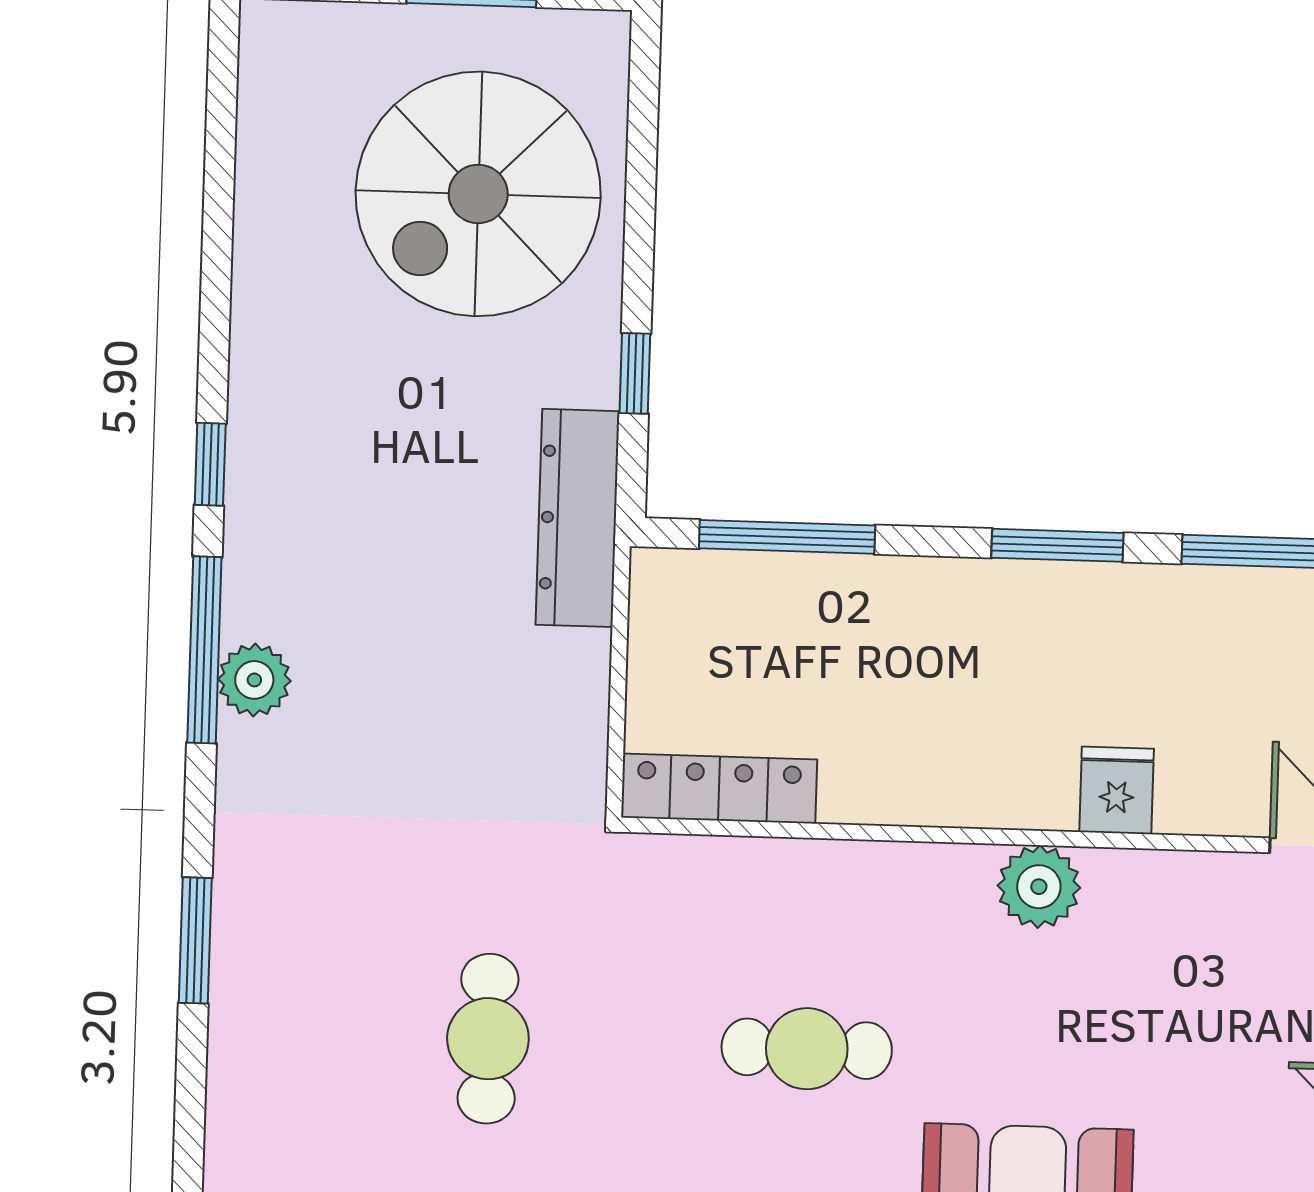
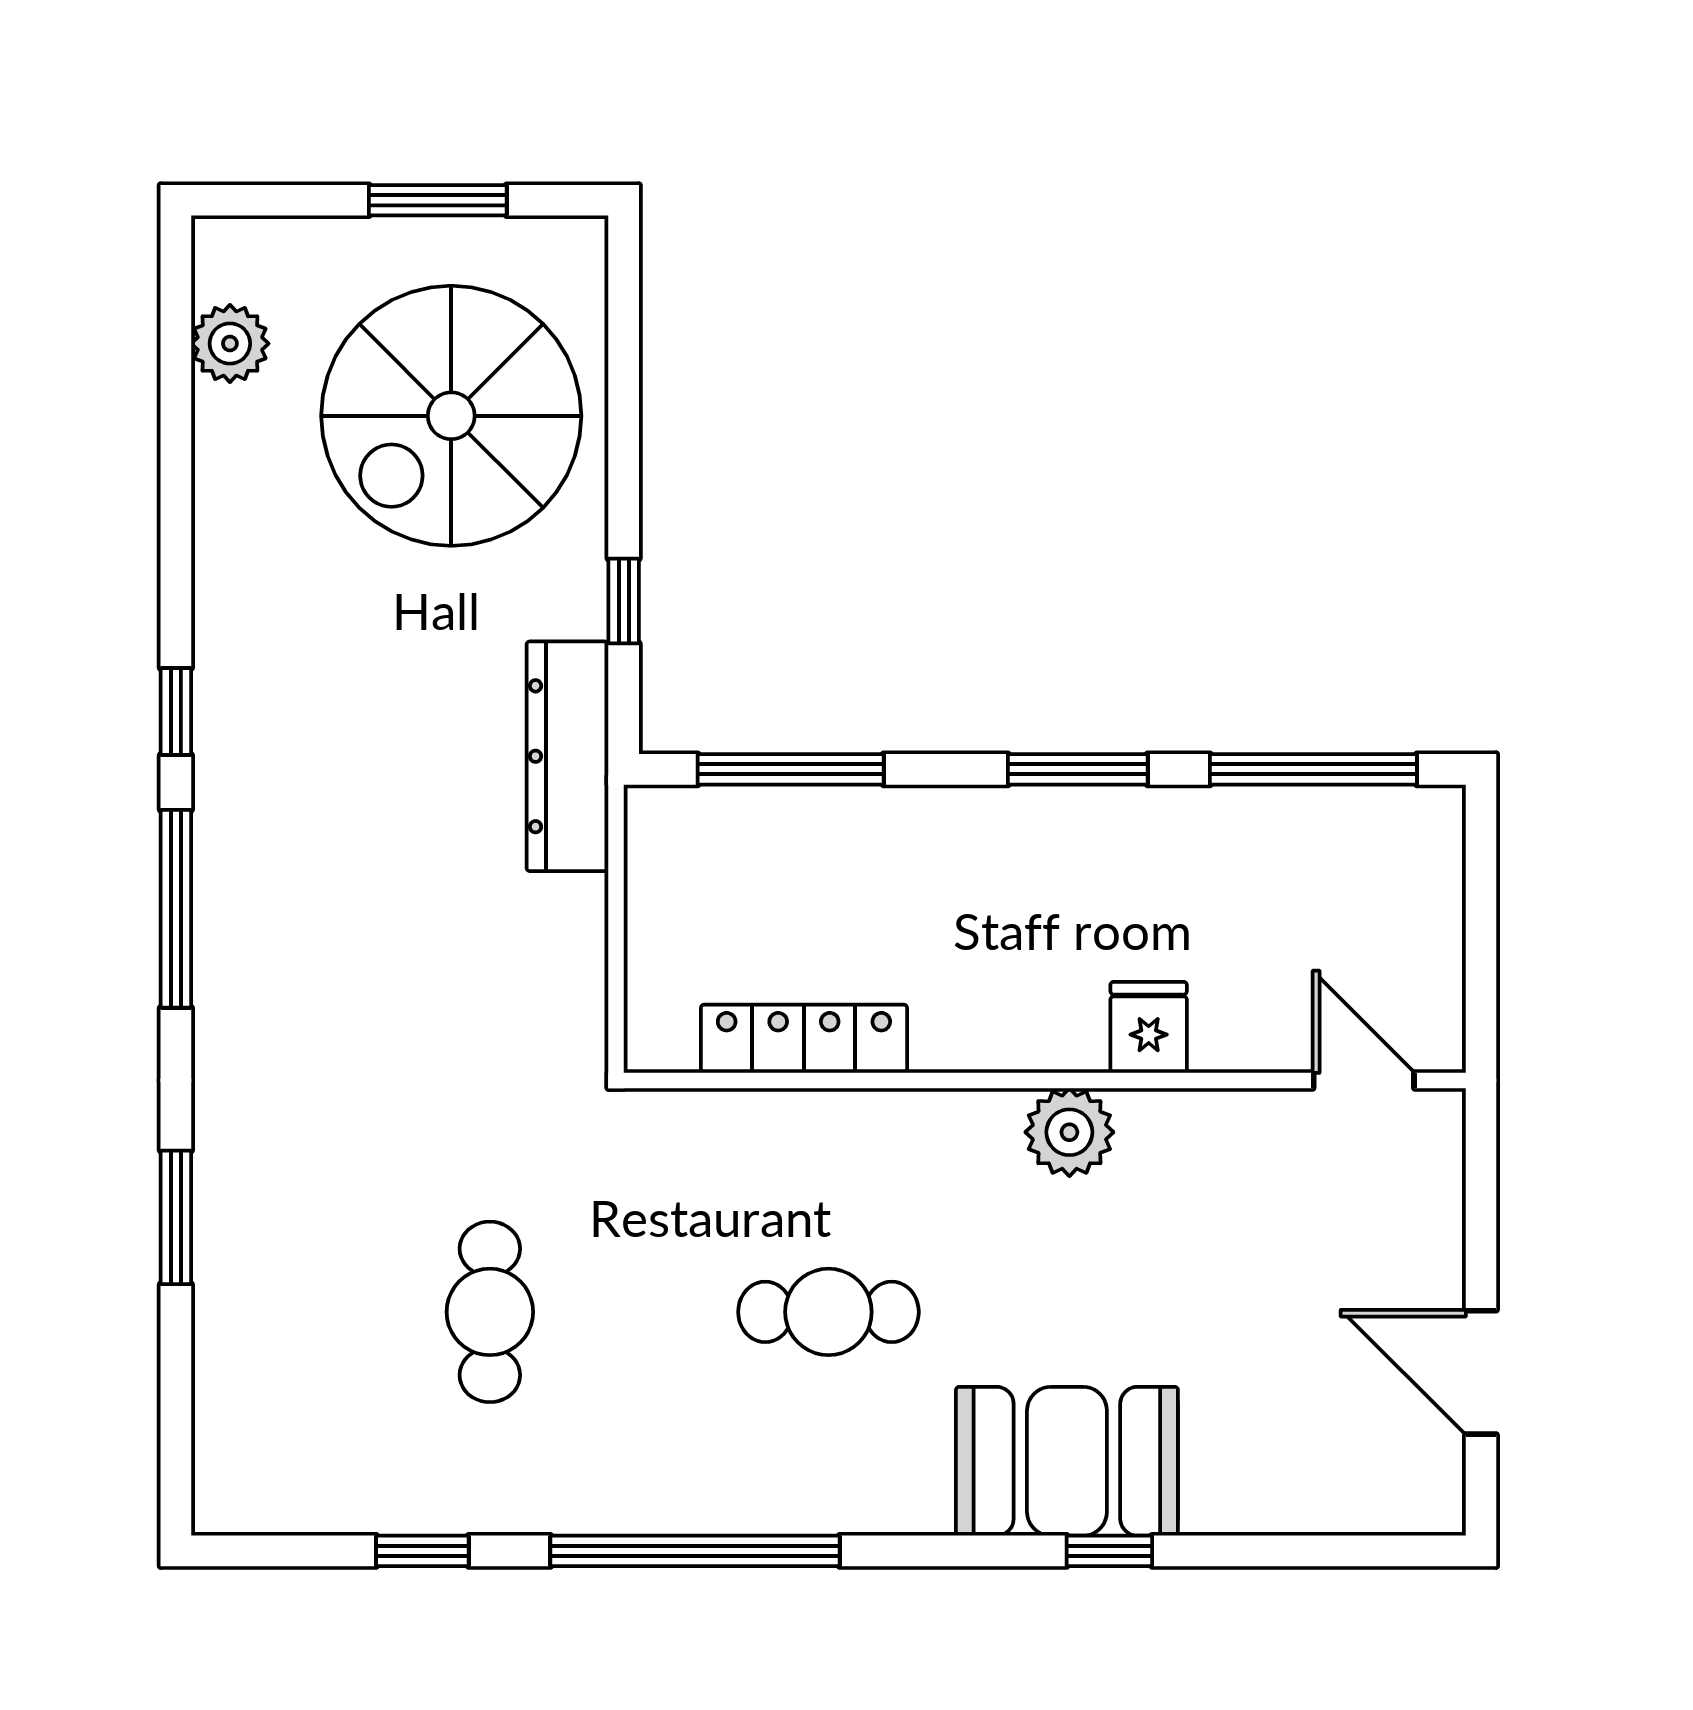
plant: (254, 680) -> (230, 344), moved
locker: (719, 789) -> (804, 1039), moved

